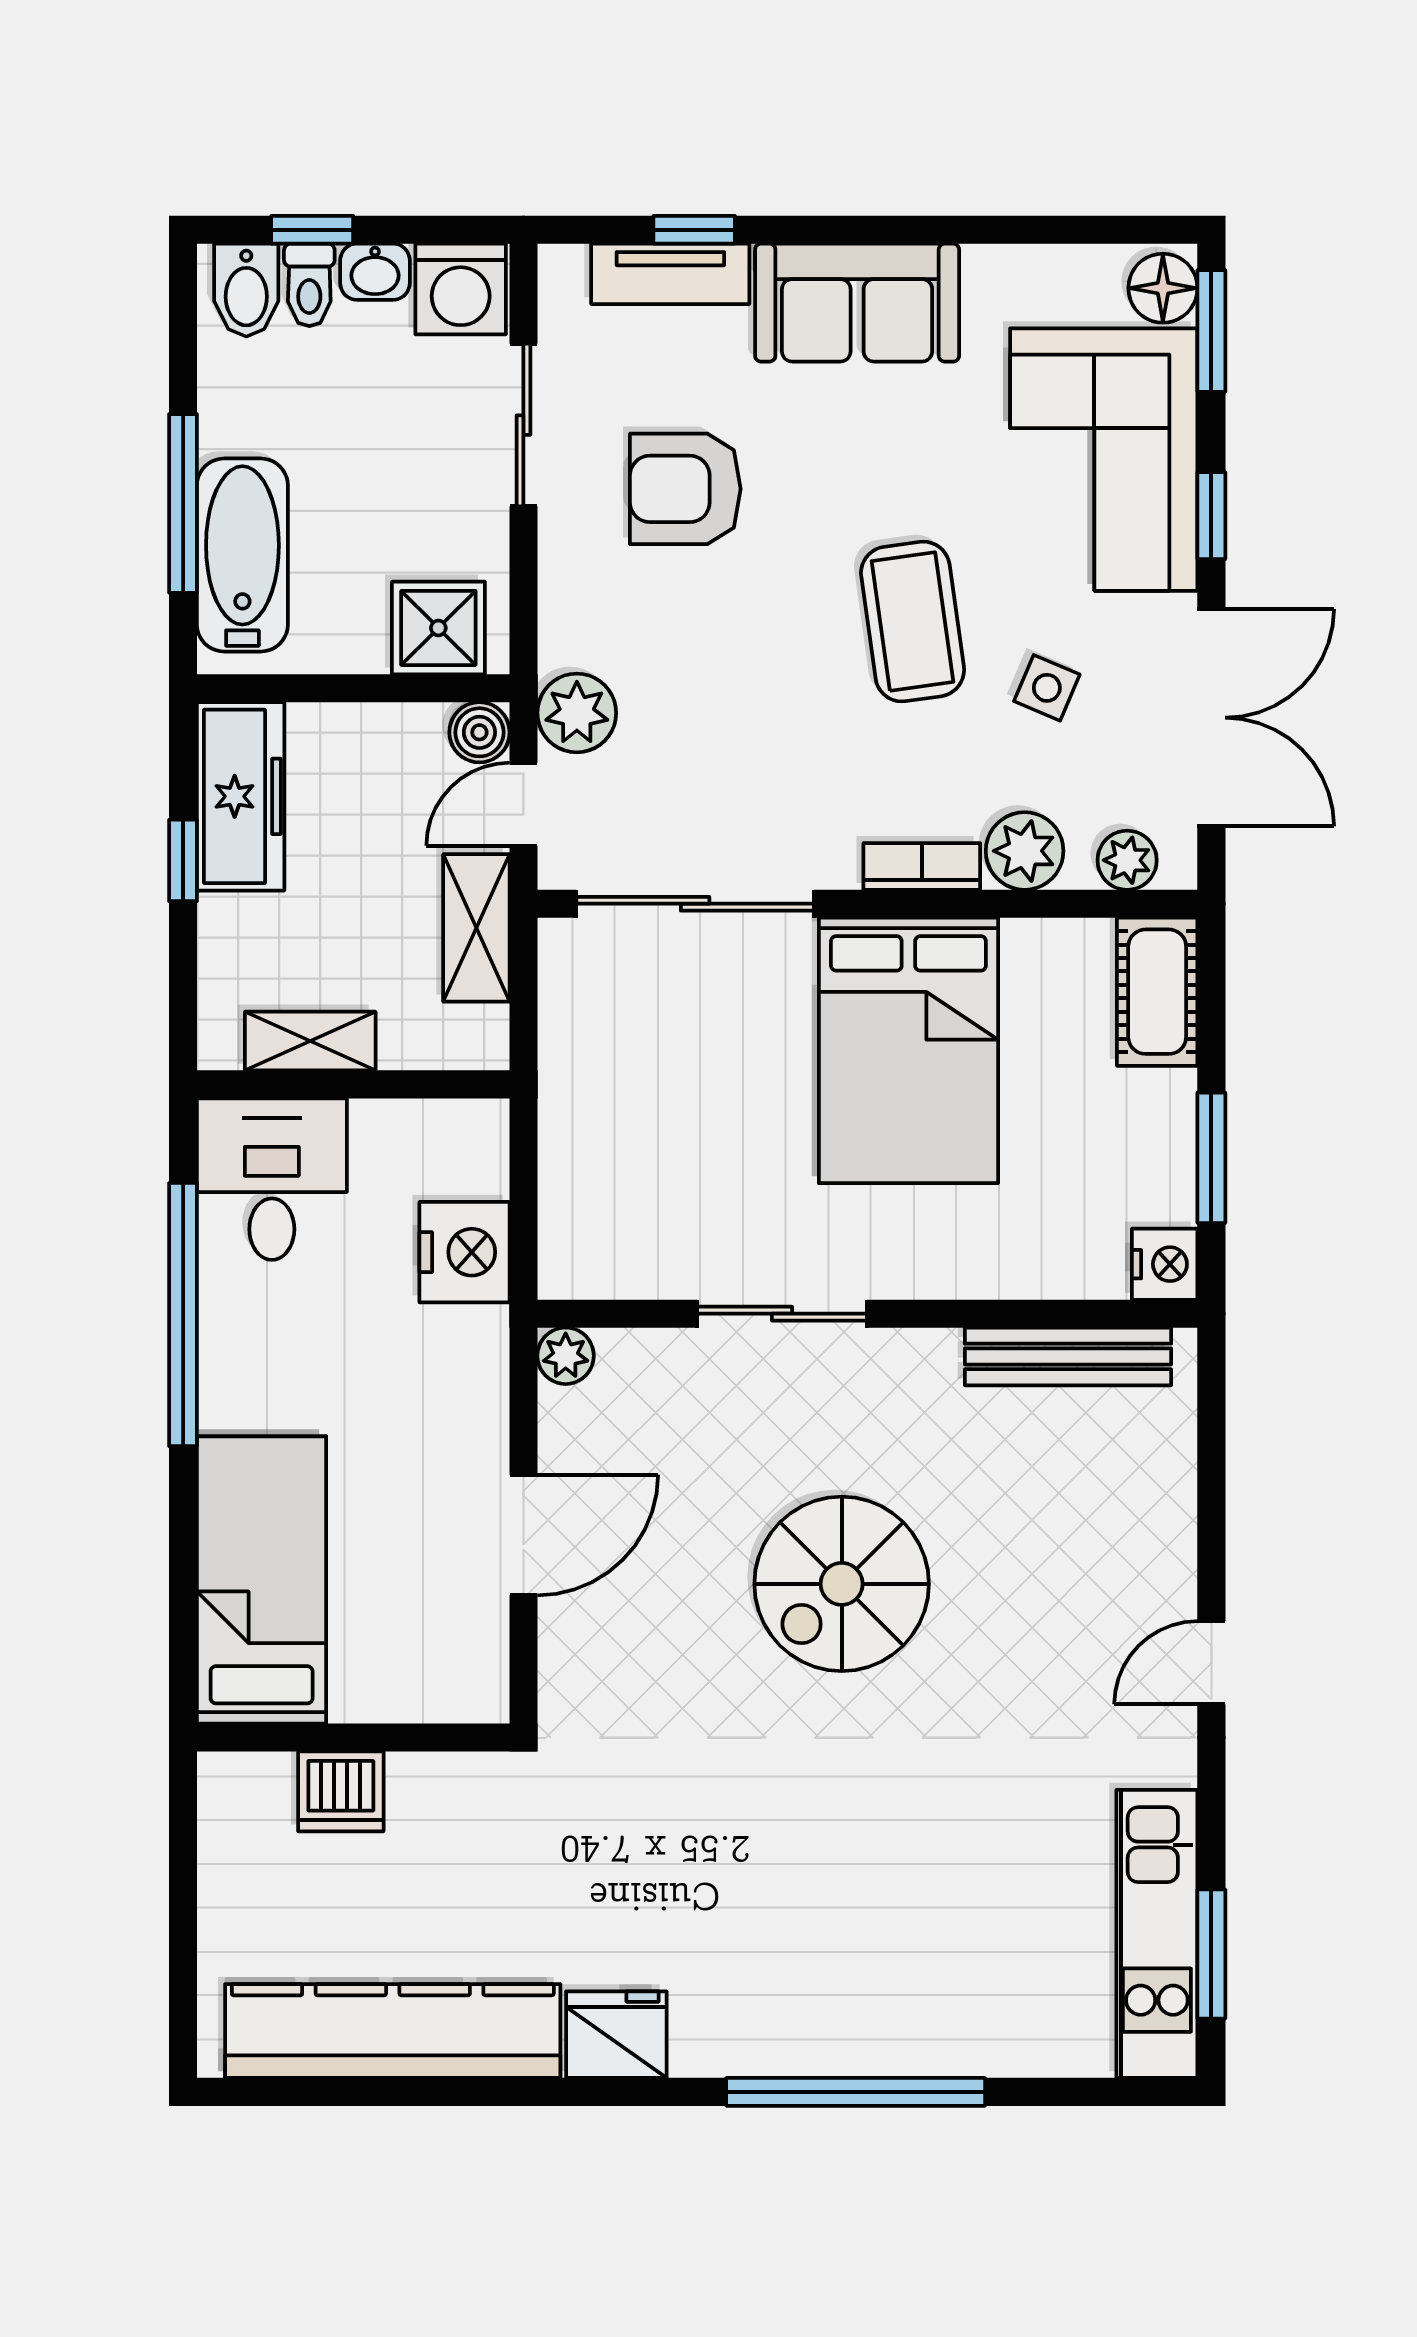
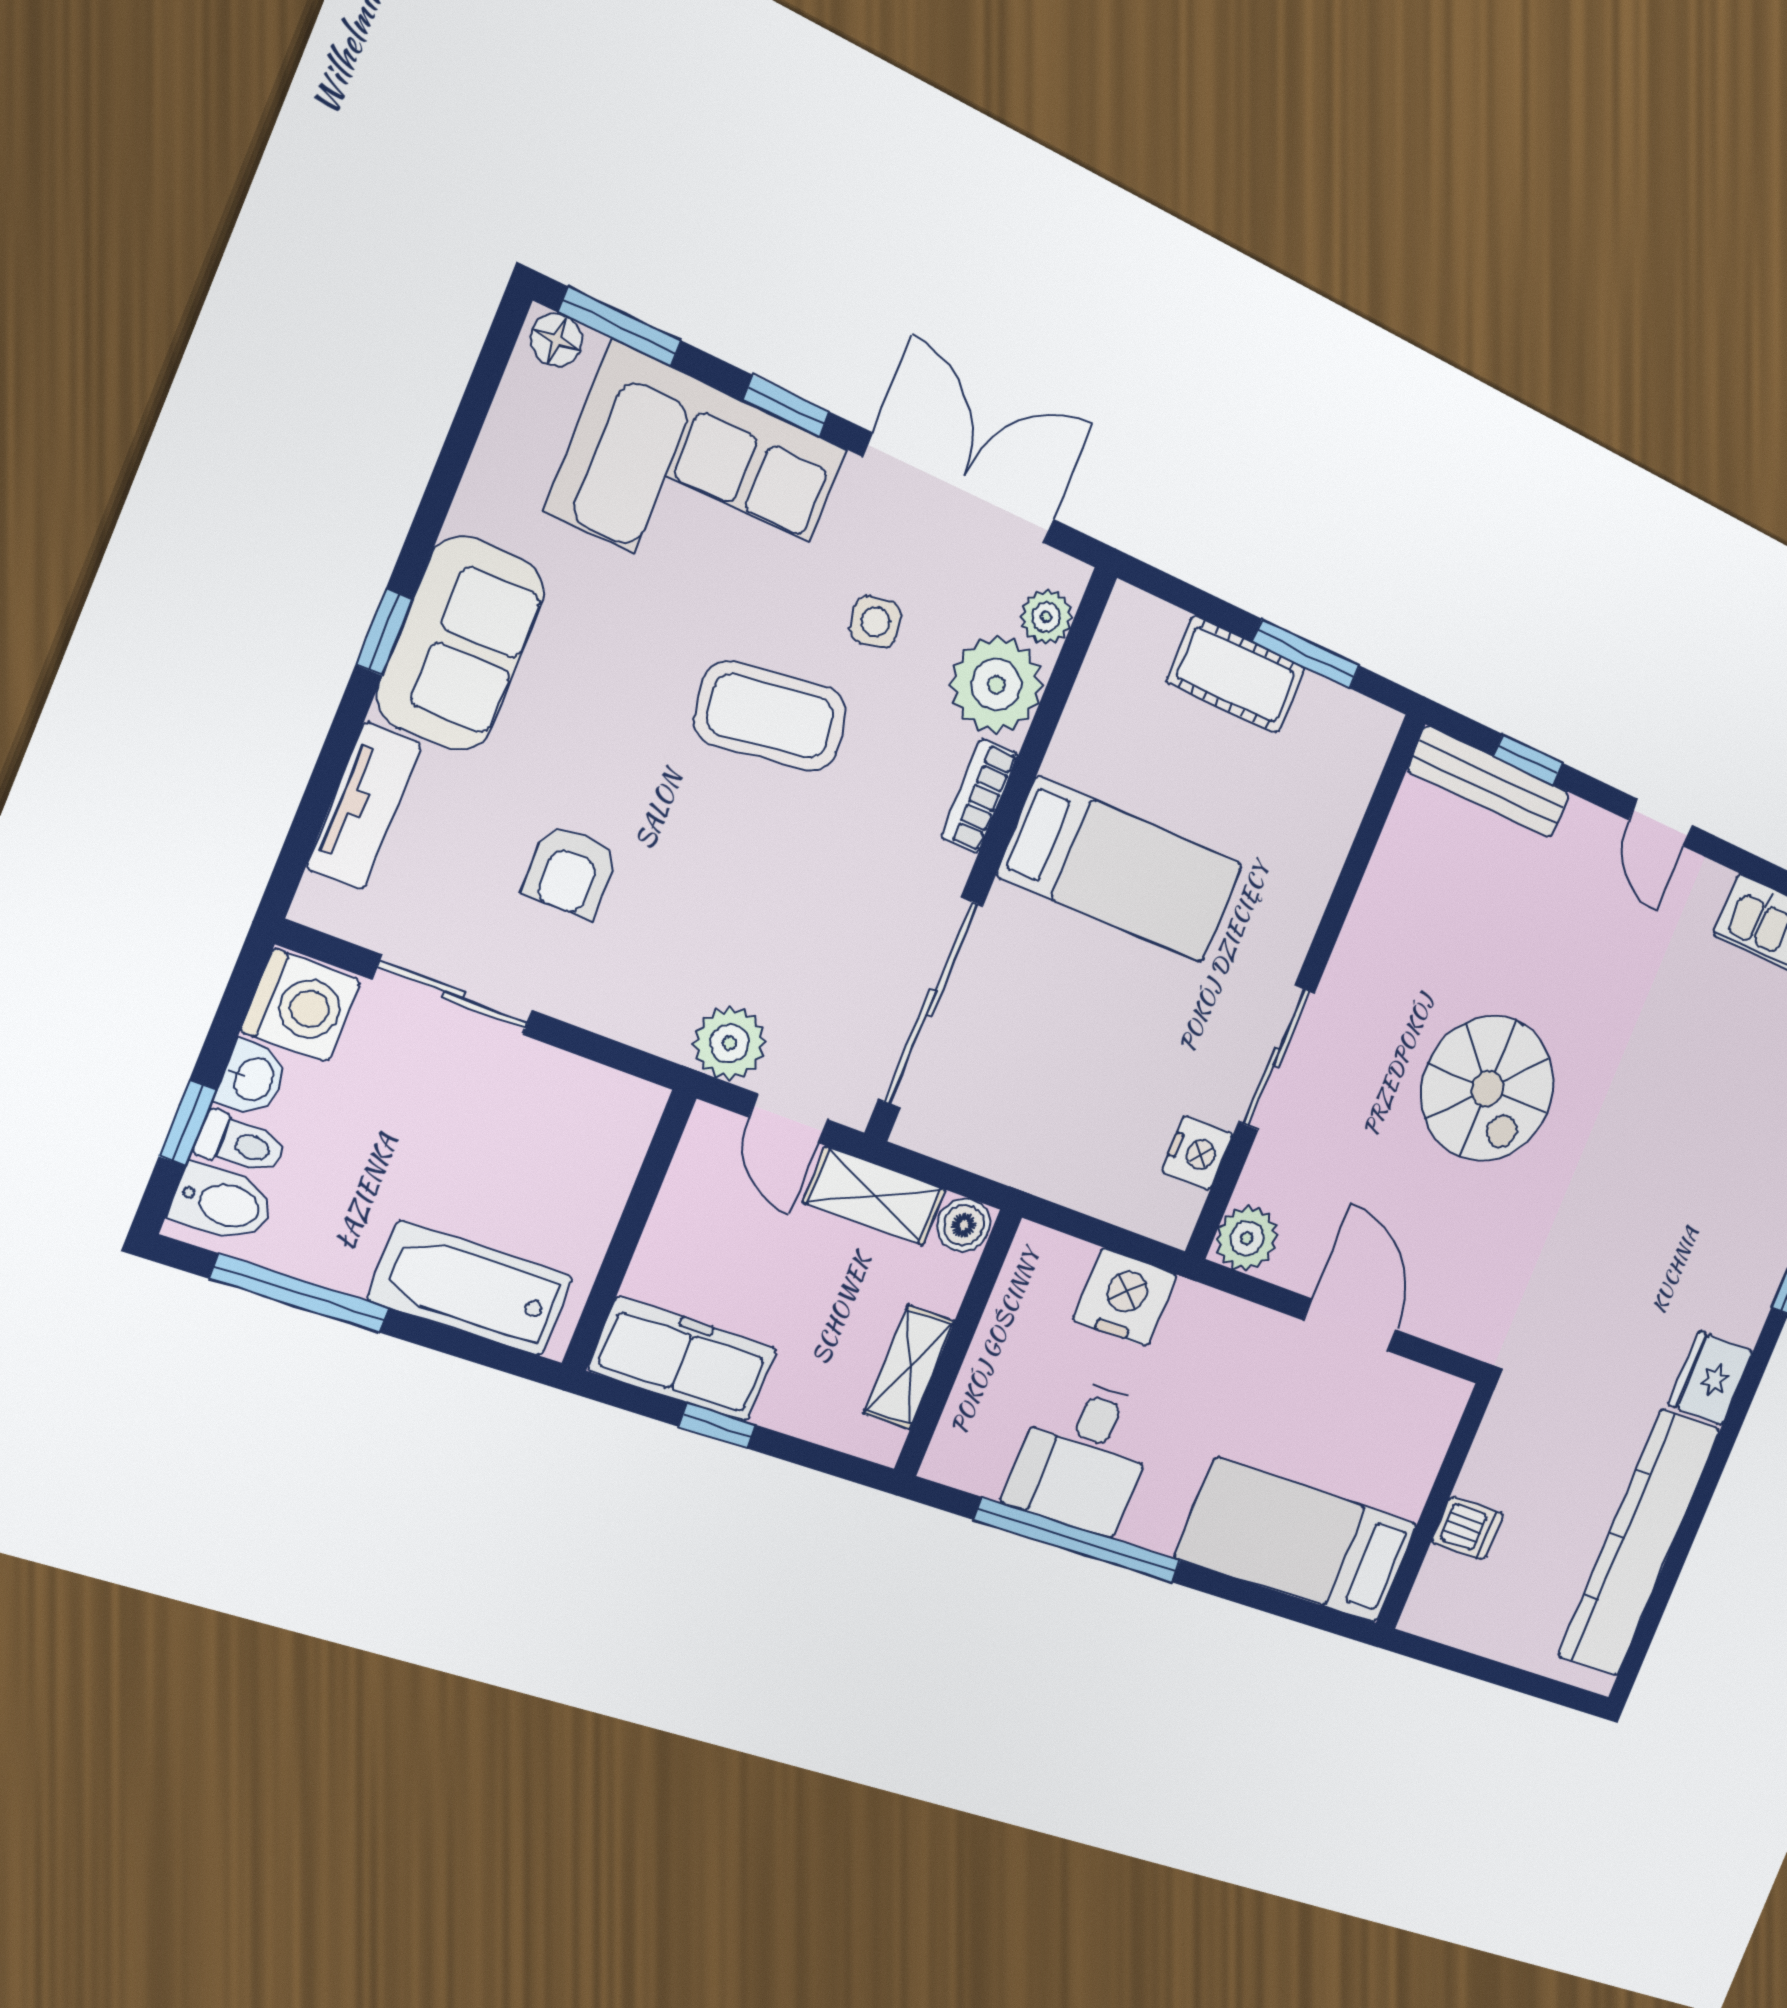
window: (694, 230) -> (384, 632), moved
floor lamp: (1163, 288) -> (556, 340), width x0.73, depth x0.73
armchair: (685, 489) -> (571, 871), width x0.72, depth x0.72
window: (183, 503) -> (300, 1293), moved
shower: (438, 628) -> (606, 1138), removed
side table: (1047, 688) -> (875, 622), turned -33
boiler: (479, 732) -> (964, 1225), moved
plant: (1025, 851) -> (996, 685), width x1.36, depth x1.36
cot: (1157, 992) -> (1236, 675), moved
bed: (908, 1050) -> (1121, 870), width x0.67
desk: (272, 1179) -> (1083, 1456), moved, turned -90
nightstand: (1165, 1264) -> (1197, 1153), moved, turned 90
plant: (566, 1356) -> (1247, 1238), width x1.38, depth x1.38
bench: (1068, 1356) -> (1489, 782), moved, turned 90
window: (1211, 1467) -> (1528, 760), added
dishwasher: (341, 1791) -> (1467, 1528), width x0.73

